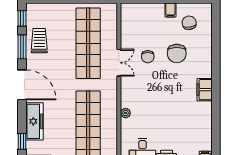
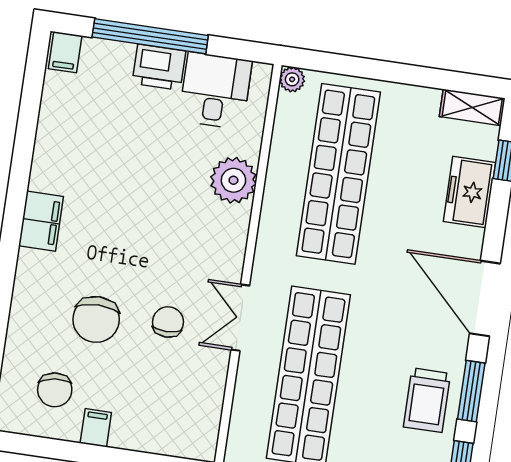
chair: (177, 53) -> (96, 319), turned 180
plant: (126, 113) -> (233, 180), width x1.87, depth x1.87
freezer: (35, 121) -> (469, 192), width x0.71

